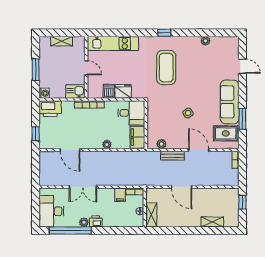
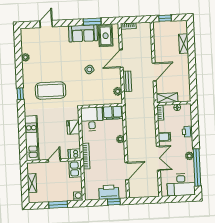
dishwasher: (109, 91) -> (74, 154), moved
sofa: (230, 102) -> (83, 33), width x0.73
printer: (50, 109) -> (109, 192), moved, turned -90
filing cabinet: (120, 195) -> (164, 137), moved
shelving: (151, 215) -> (167, 98), moved
printer: (96, 221) -> (187, 132), moved

